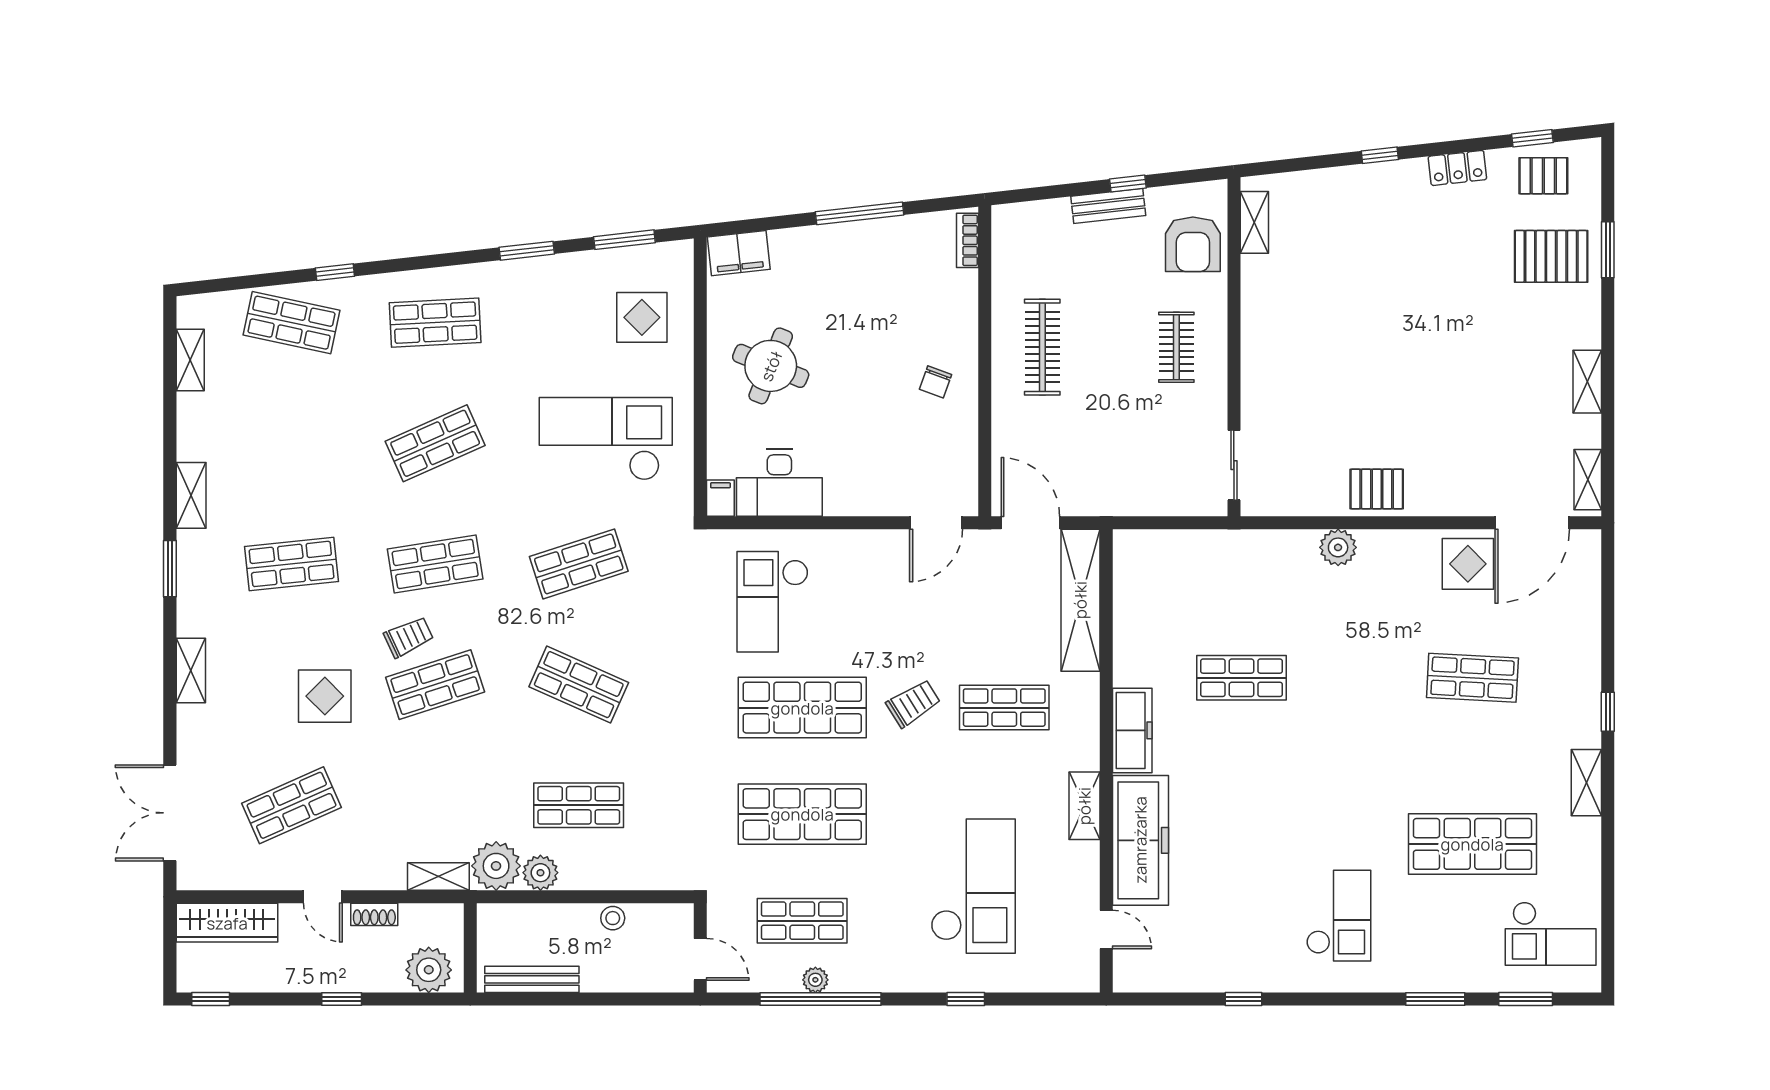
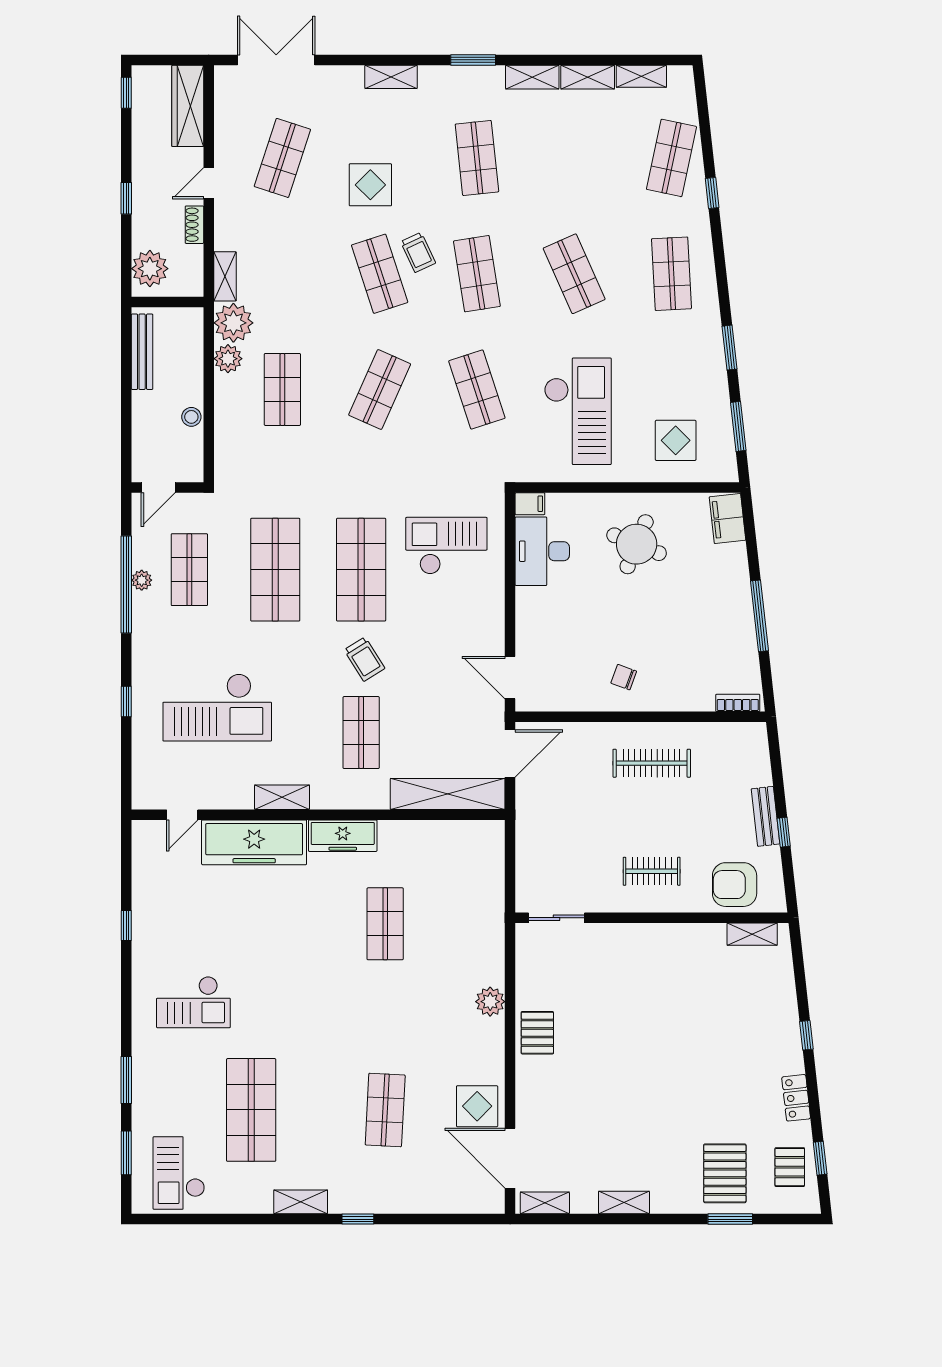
shelving: (191, 427) -> (588, 77), added
shop shelf: (291, 805) -> (282, 158), turned 42

